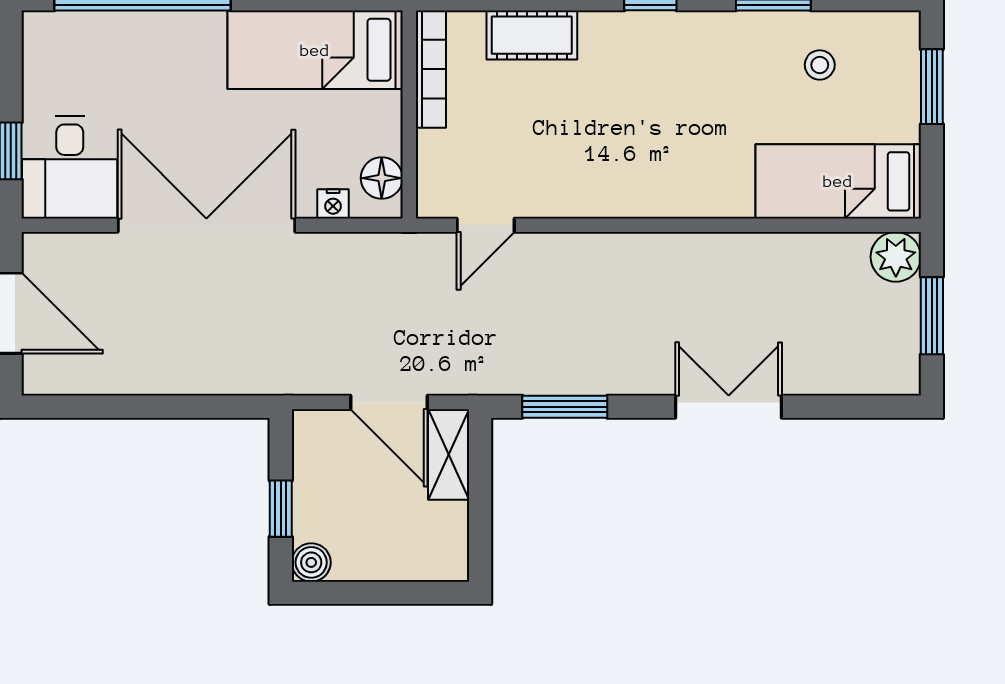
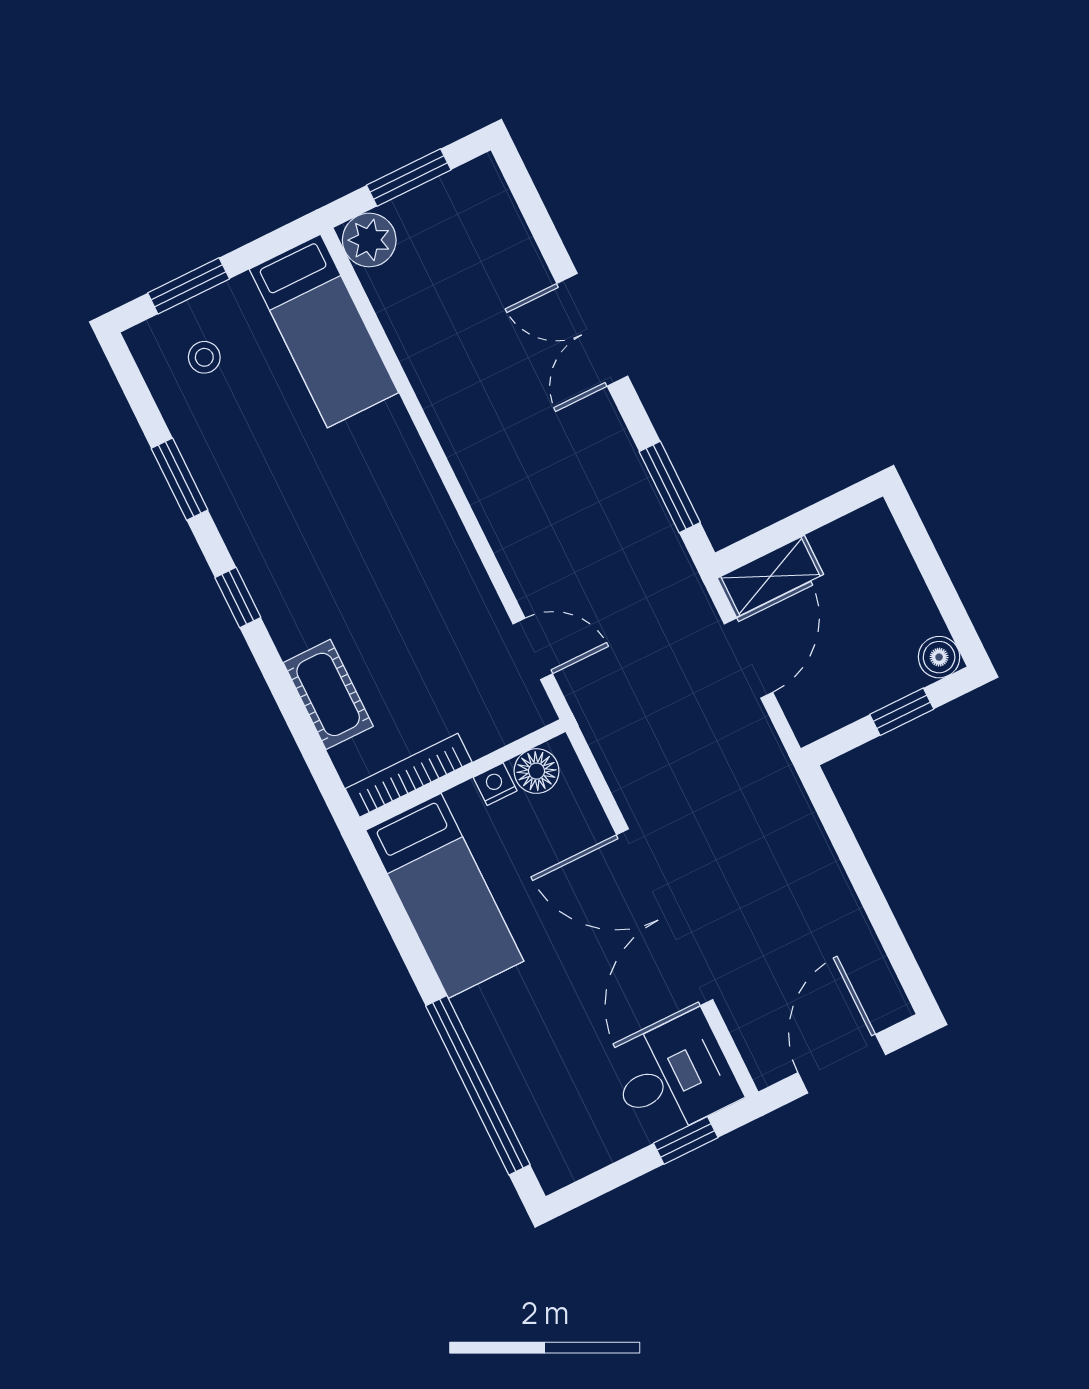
stool: (820, 65) -> (204, 357), moved
nightstand: (333, 204) -> (495, 784), moved, turned -90

